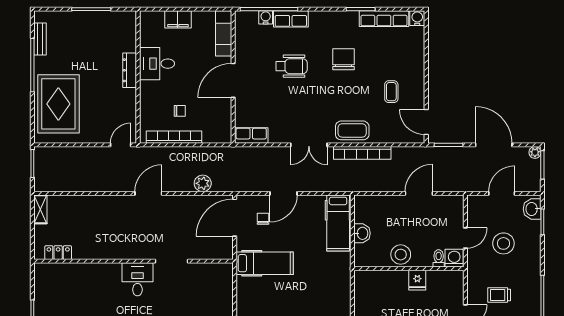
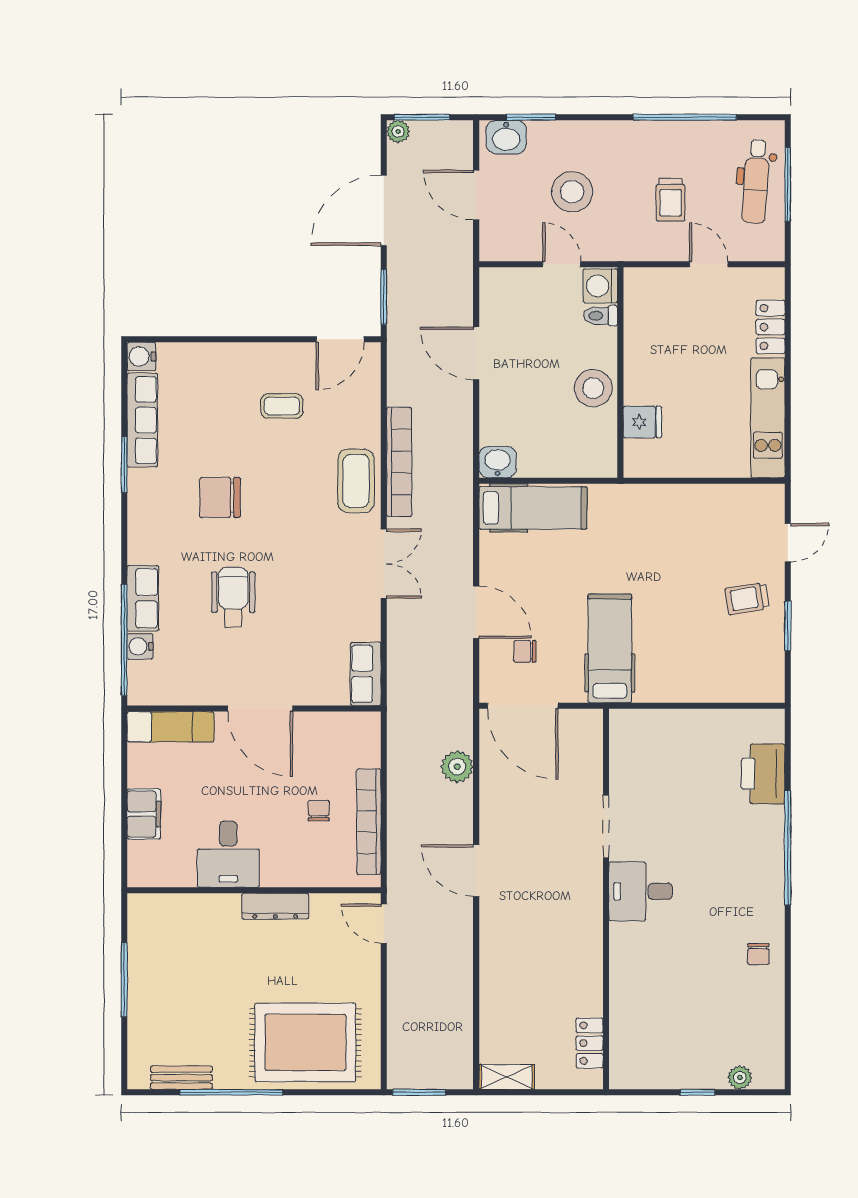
dresser: (130, 70) -> (275, 906), moved
washbasin: (362, 233) -> (498, 462), moved
fridge: (417, 280) -> (642, 422), moved

